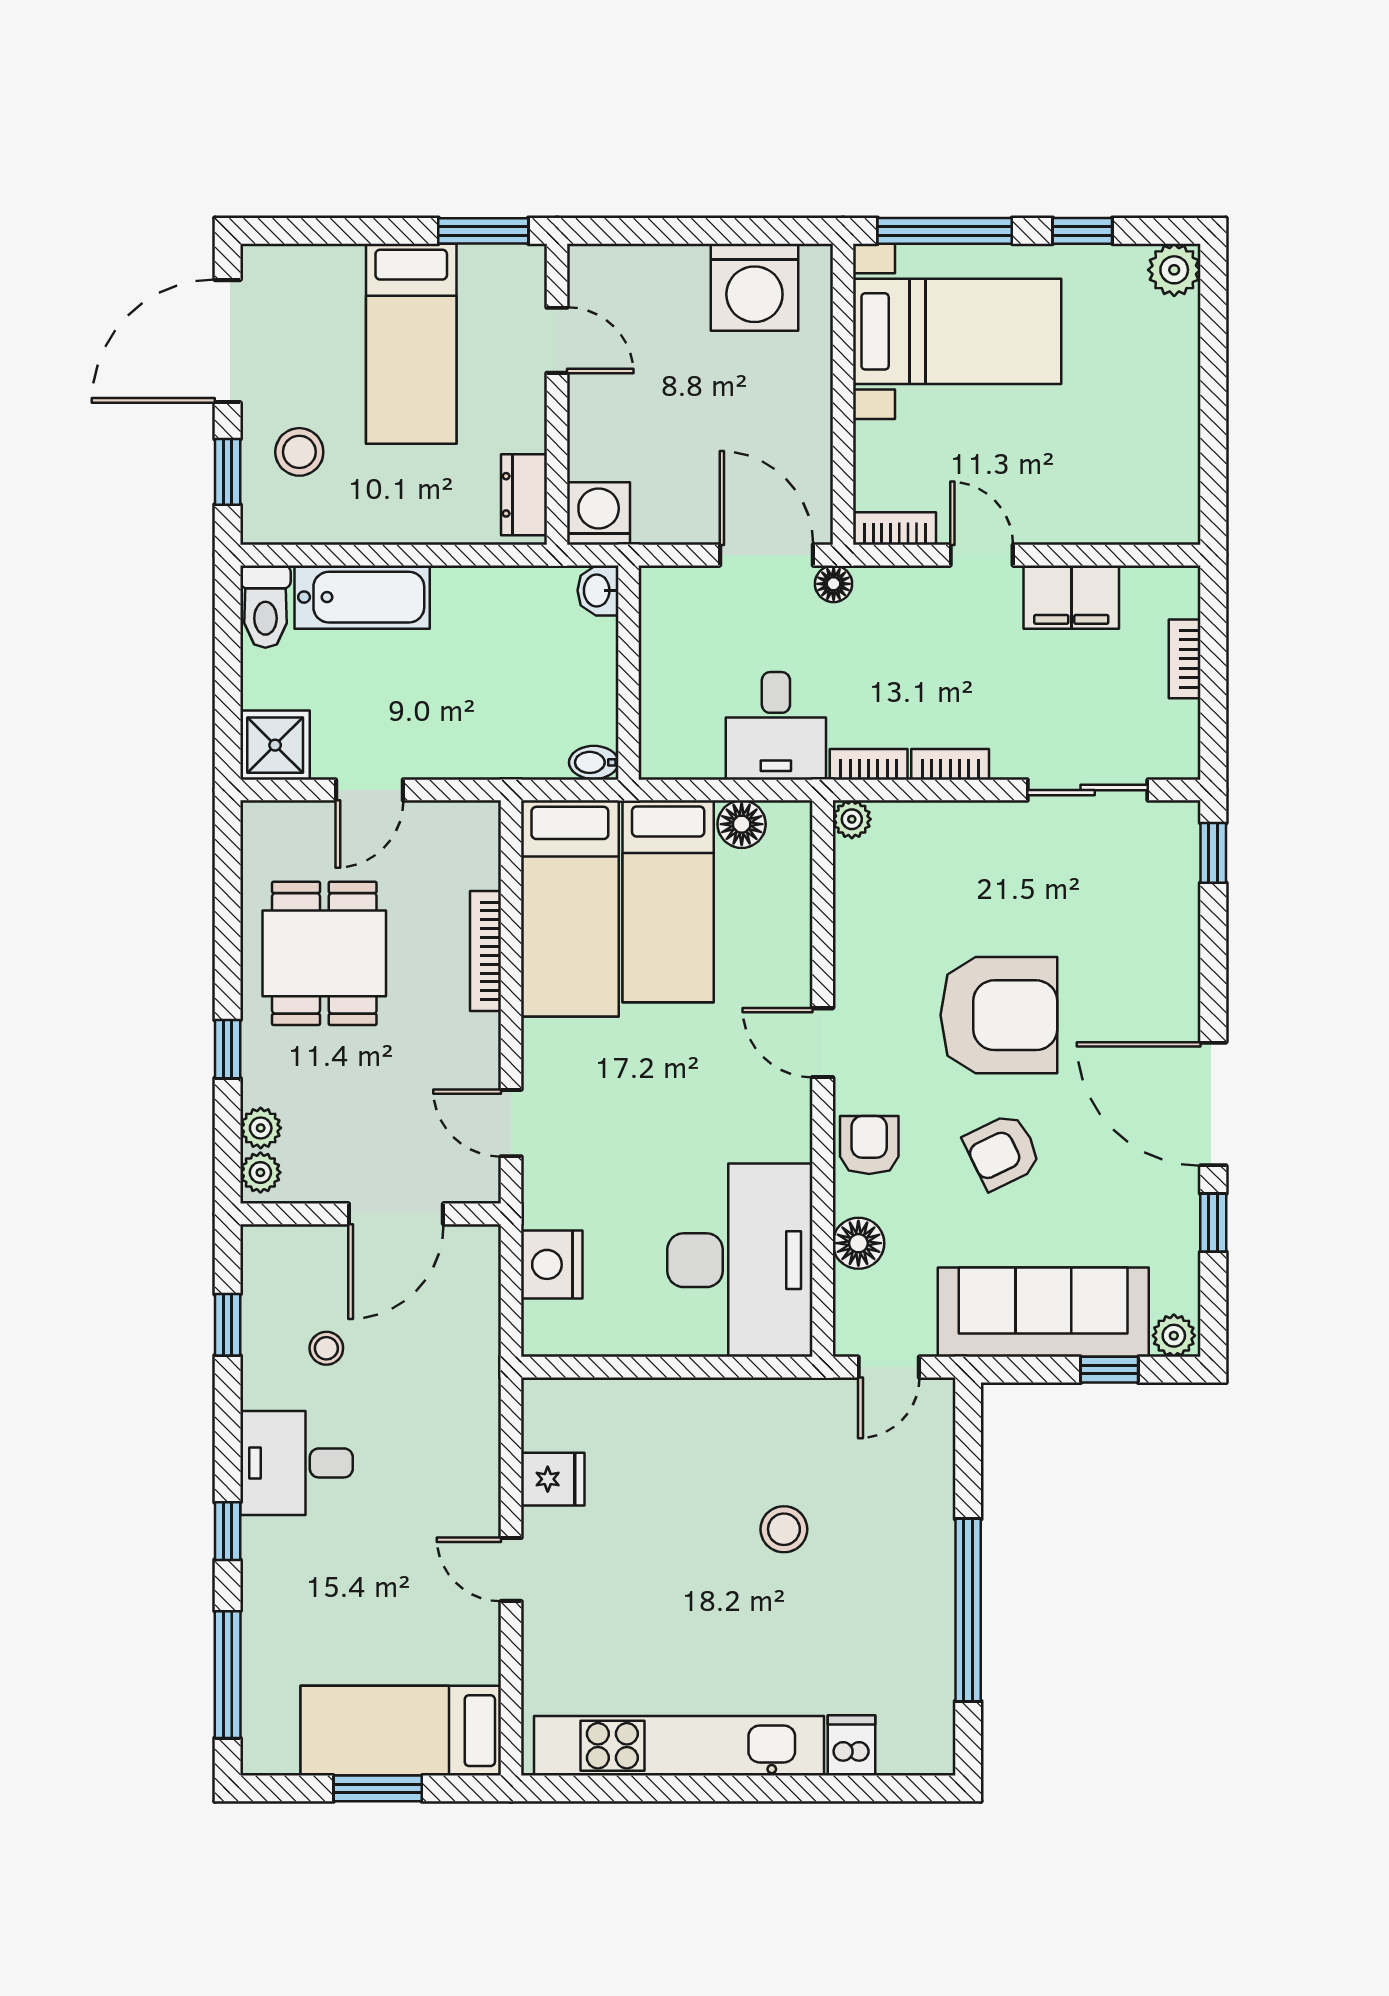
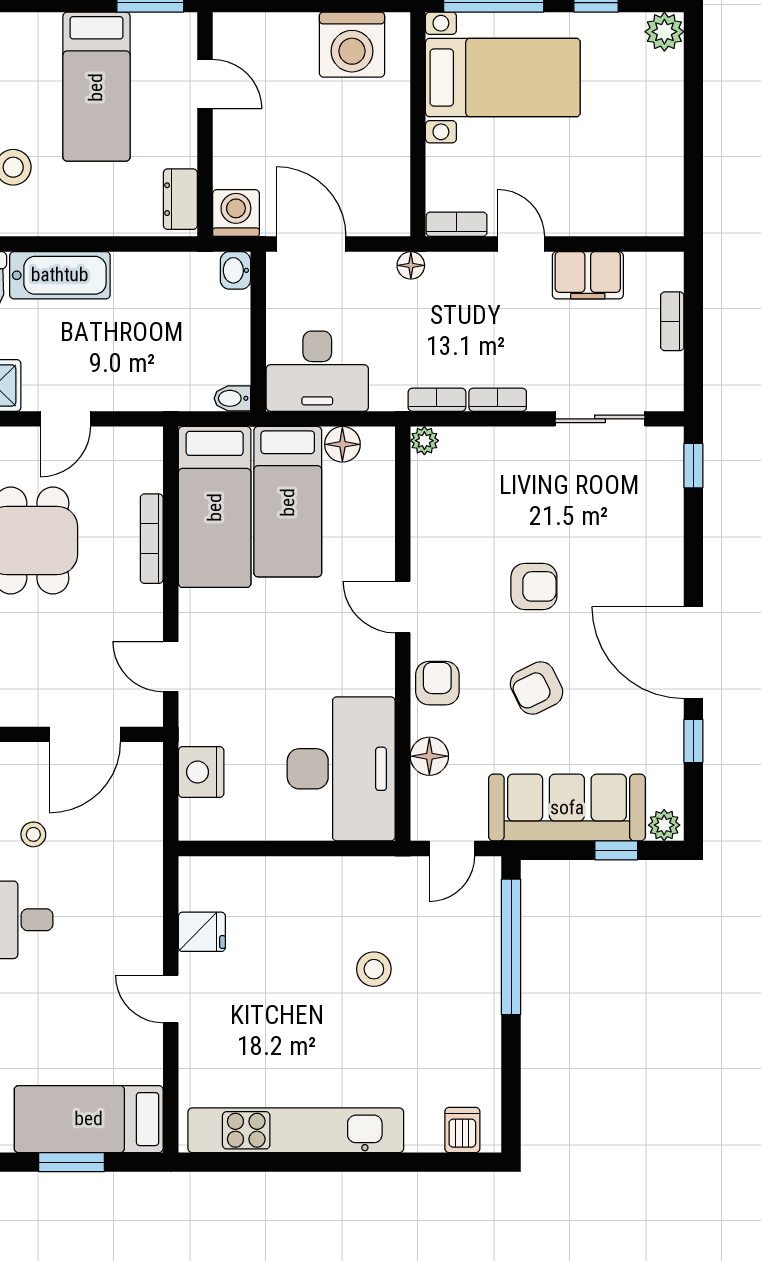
door: (766, 555) -> (311, 244), moved
desk: (776, 726) -> (317, 371), moved, width x1.37
armchair: (999, 1015) -> (534, 586), width x0.53, depth x0.53
window: (968, 1610) -> (511, 947), moved
dishwasher: (852, 1745) -> (462, 1130), moved

